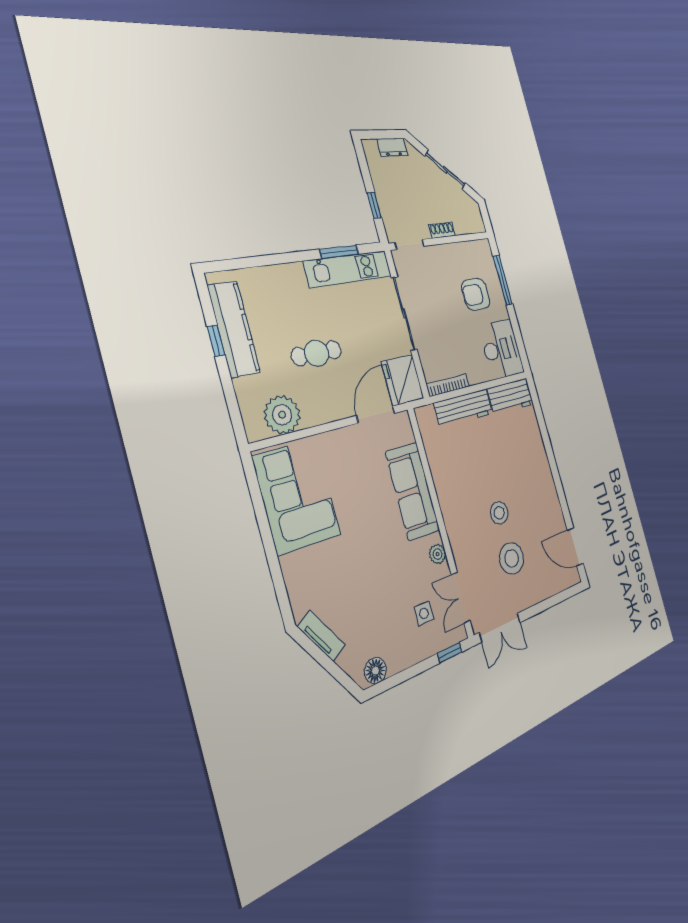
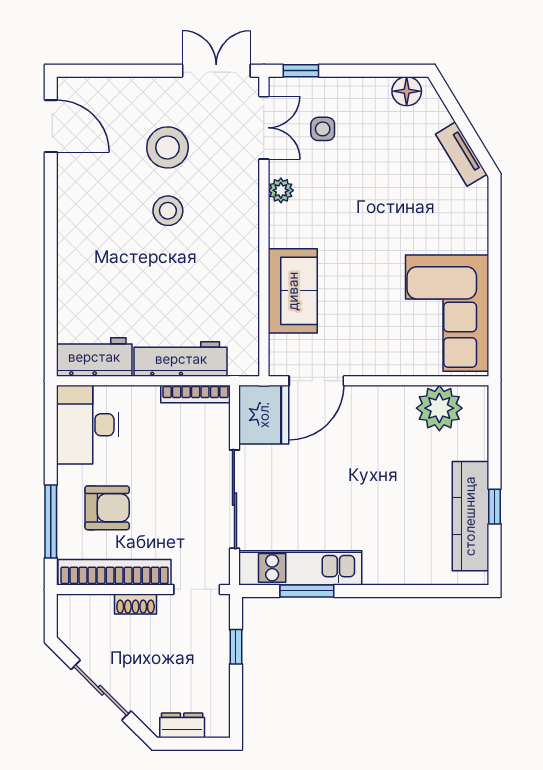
bookcase: (460, 251) -> (115, 572), added
cafe table: (317, 353) -> (375, 470), removed
sofa: (413, 491) -> (293, 291), width x0.73

